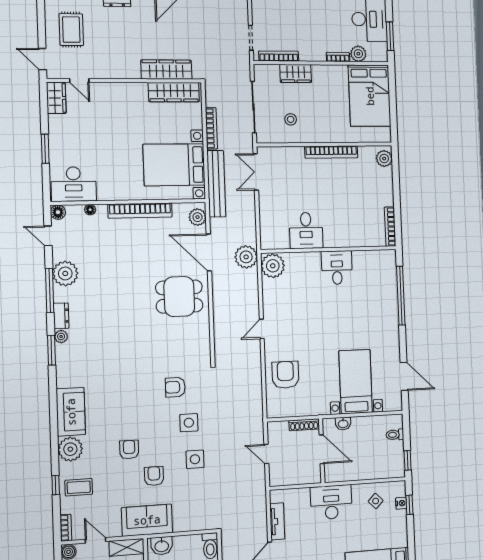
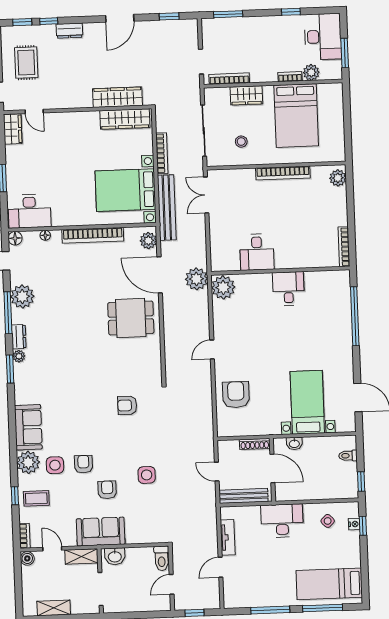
bed: (370, 96) -> (296, 116), moved
side table: (189, 423) -> (55, 465), moved
bench: (293, 478) -> (244, 496), added

